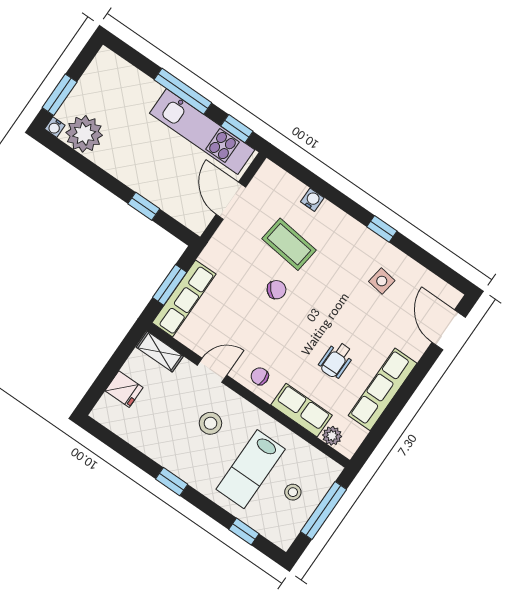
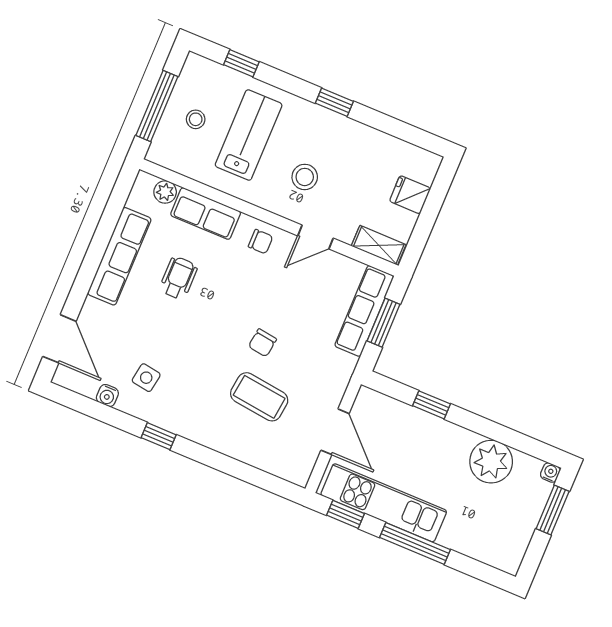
plant: (84, 134) -> (491, 462), moved
water cooler: (312, 200) -> (107, 395), moved
chair: (276, 290) -> (262, 343), turned -37

